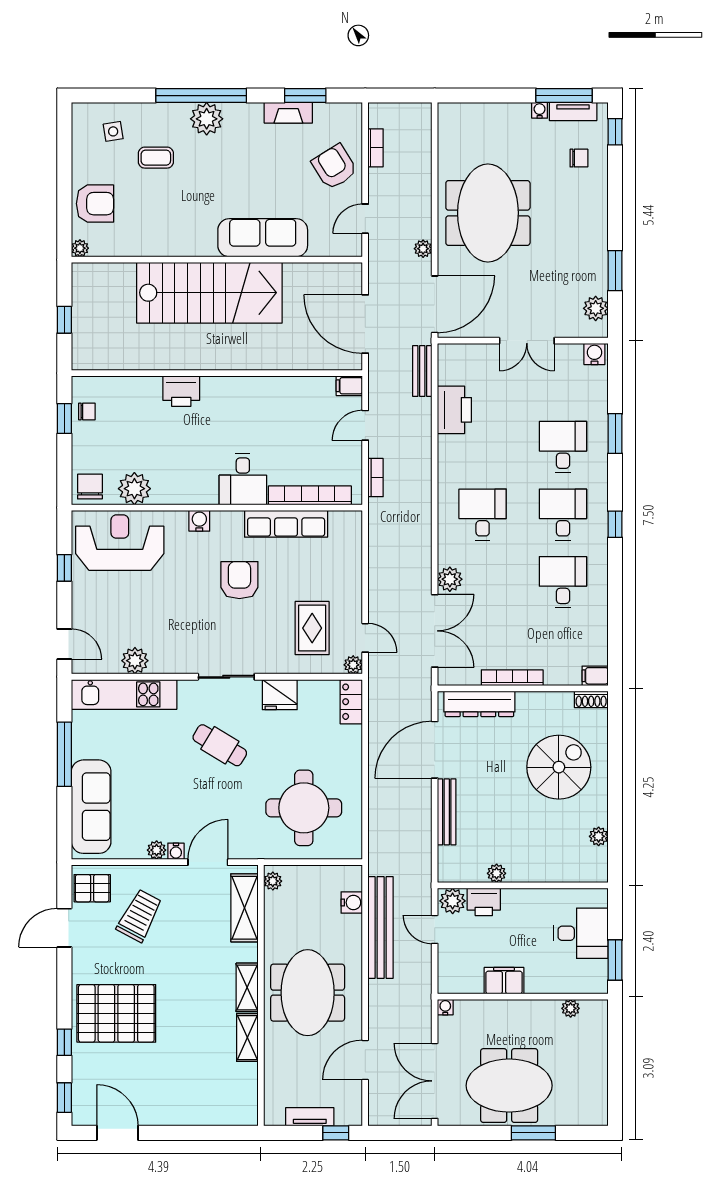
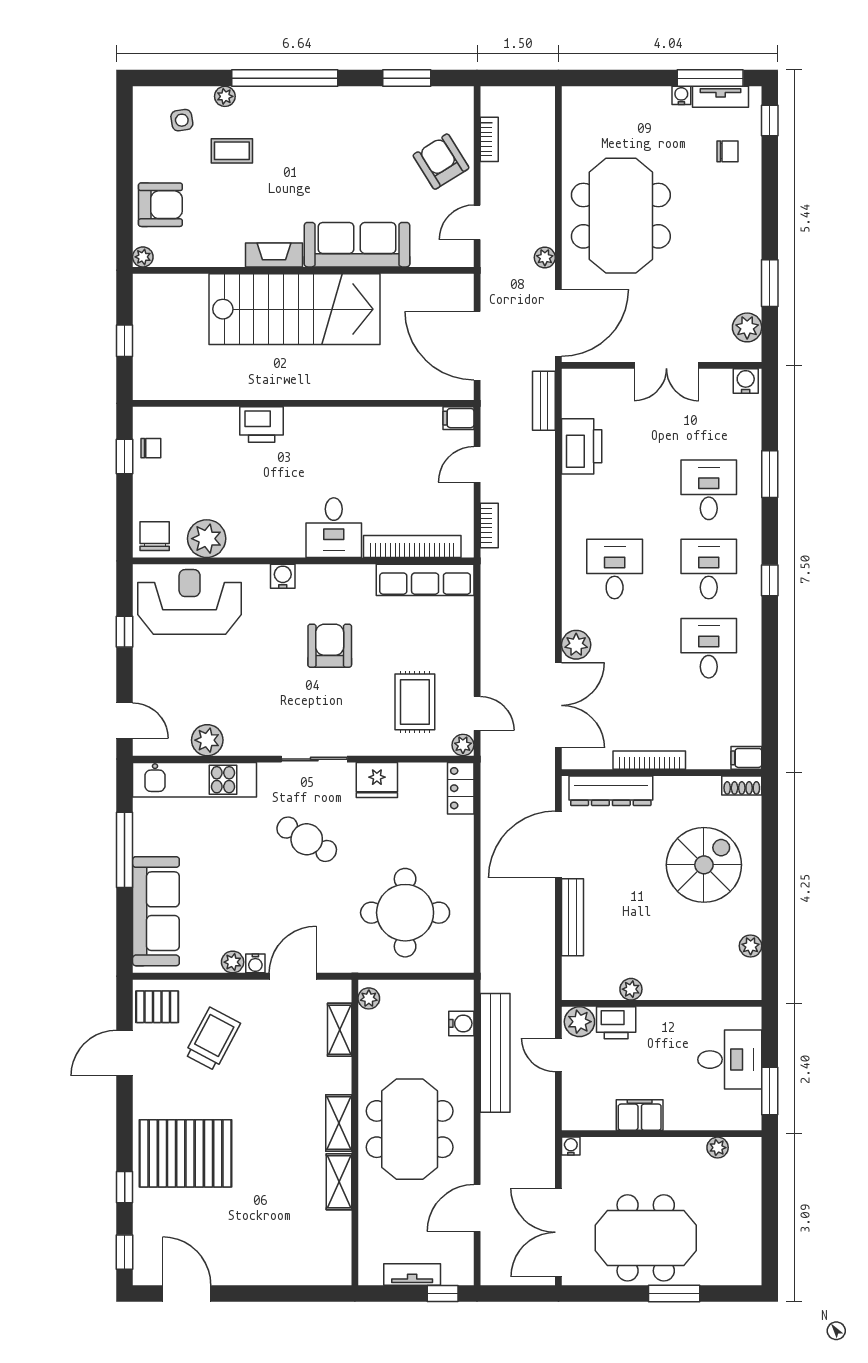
fireplace: (288, 113) -> (274, 255), moved, turned 180
plant: (207, 119) -> (225, 96), moved, width x0.53, depth x0.53
row of seats: (286, 524) -> (425, 580), moved
shelving: (244, 908) -> (340, 1030), width x0.67, depth x0.75

